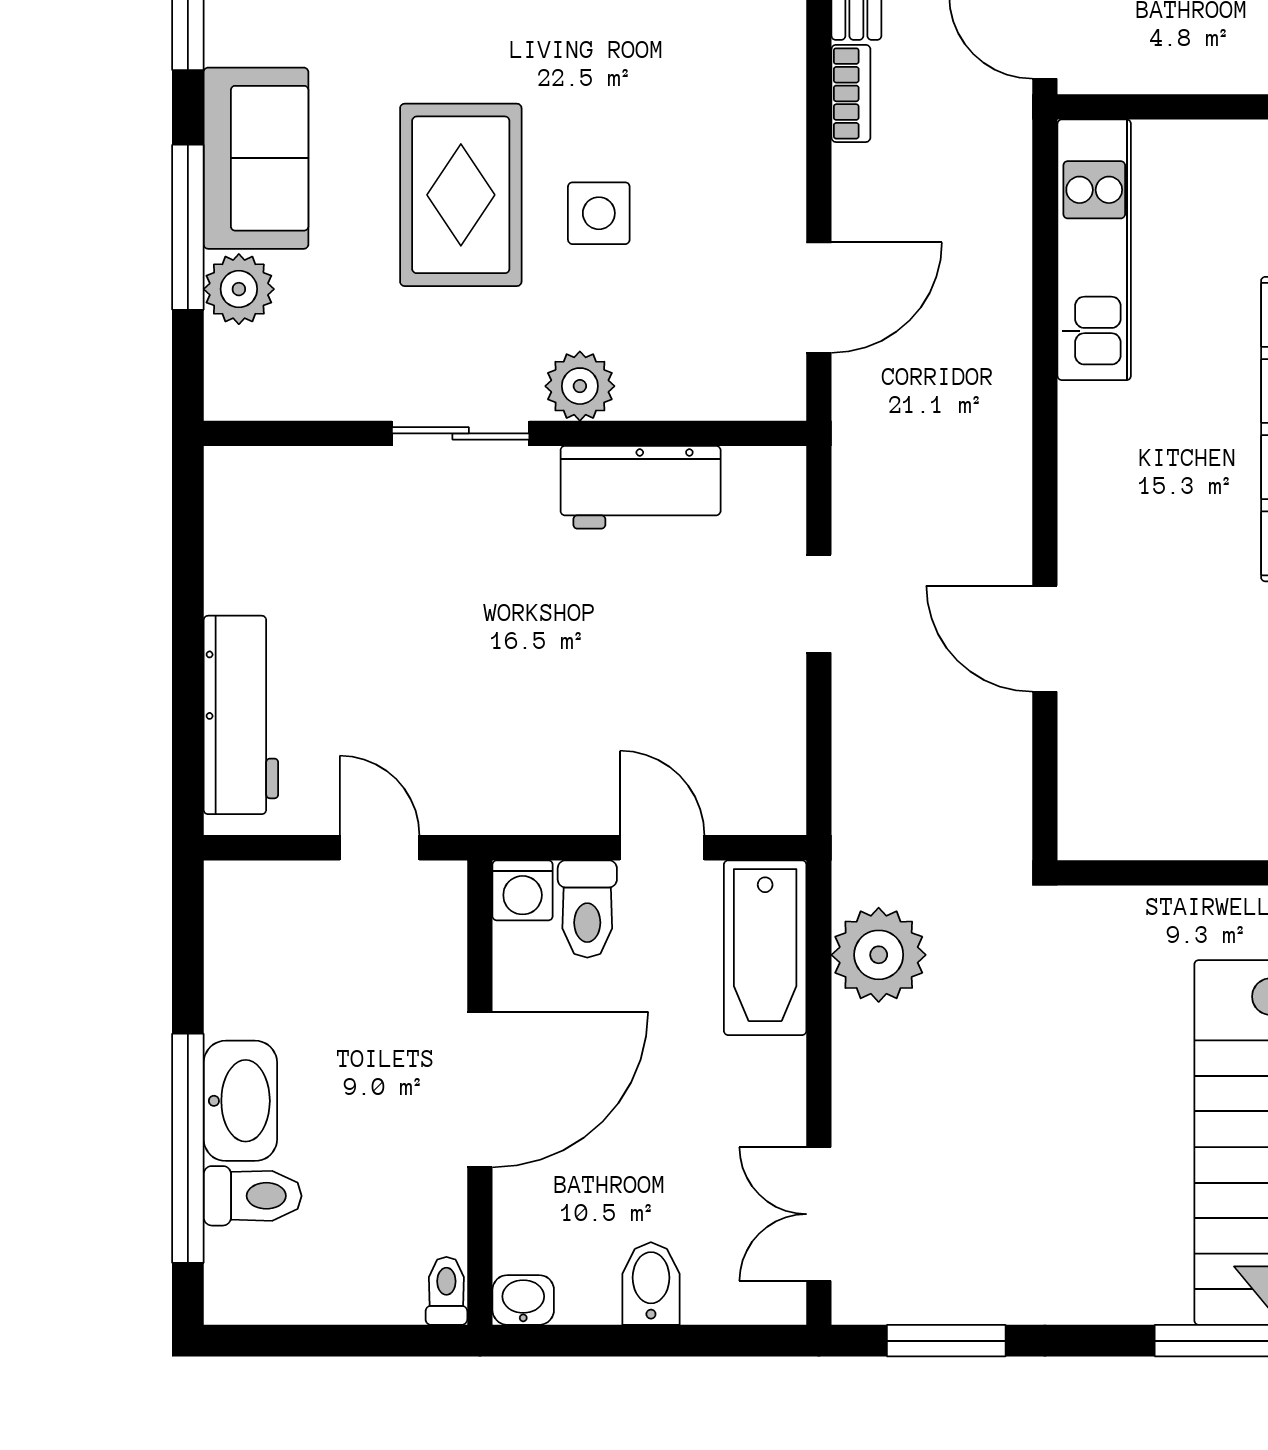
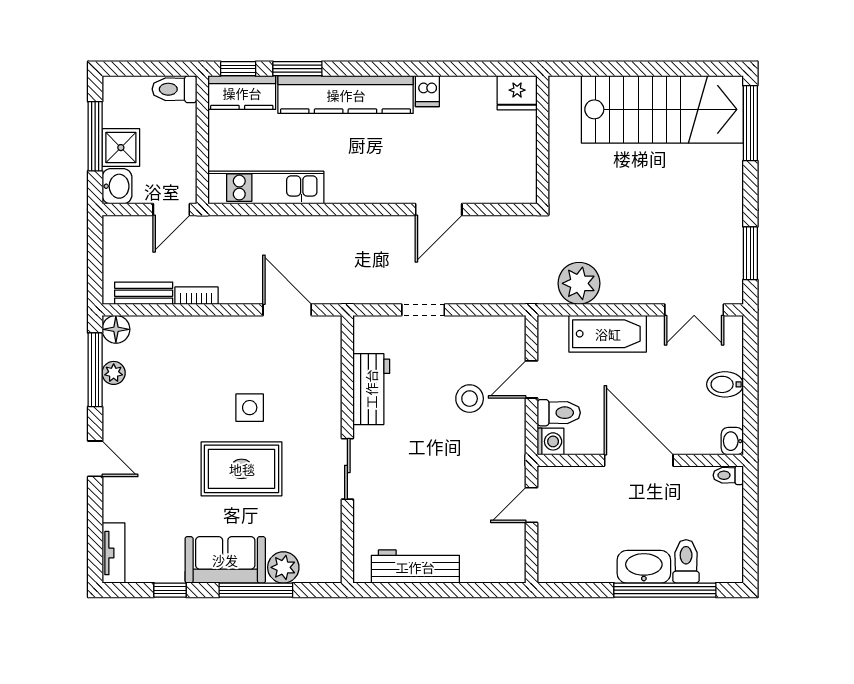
plant: (580, 386) -> (326, 416), removed
stool: (619, 708) -> (470, 399), added
workbench: (241, 715) -> (415, 567), moved
bathtub: (765, 948) -> (608, 334), moved

